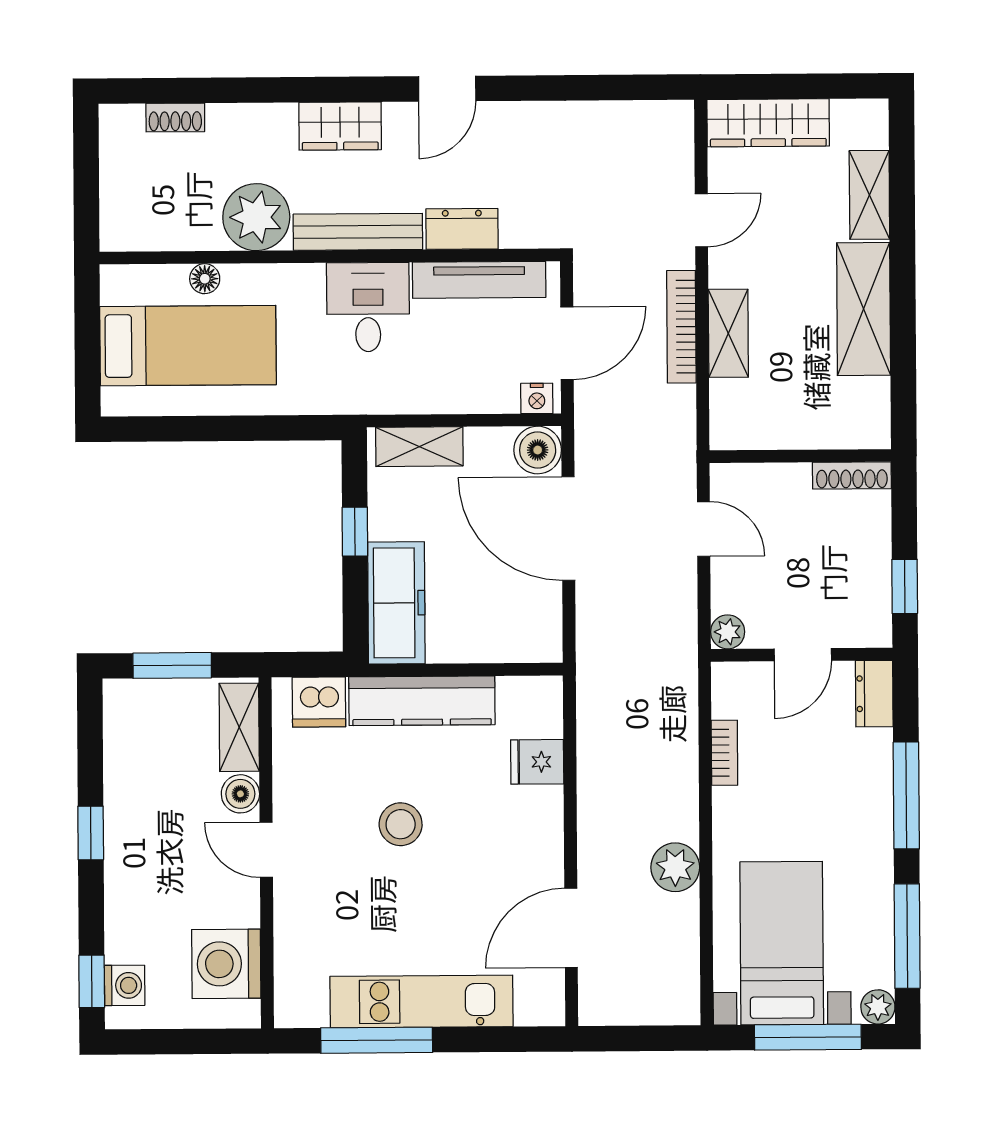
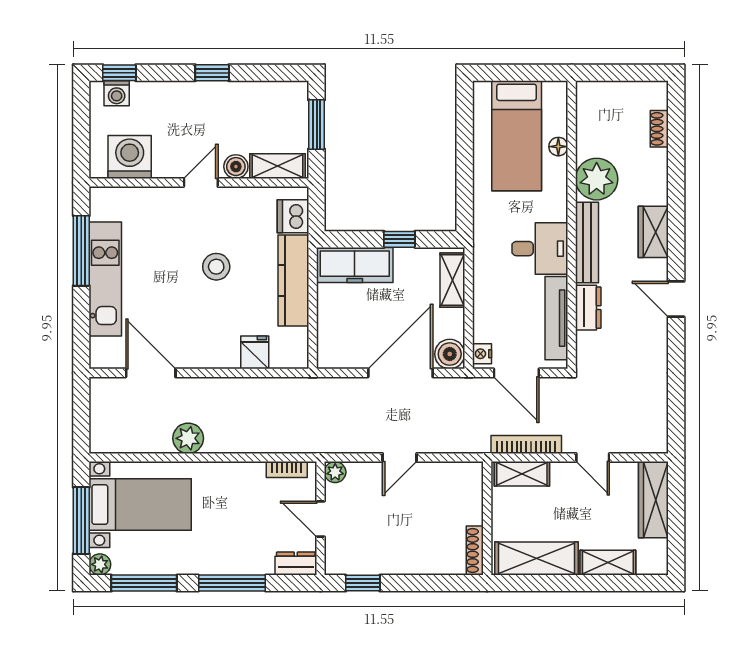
wall: (800, 456) -> (487, 518), moved
shoe rack: (852, 475) -> (475, 550), moved
bookcase: (724, 753) -> (287, 470), moved

